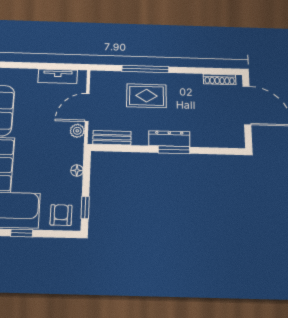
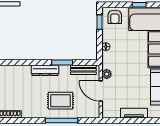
tv unit: (58, 76) -> (134, 113), moved
door: (87, 107) -> (101, 91), swing flipped
window: (174, 150) -> (62, 63), moved

